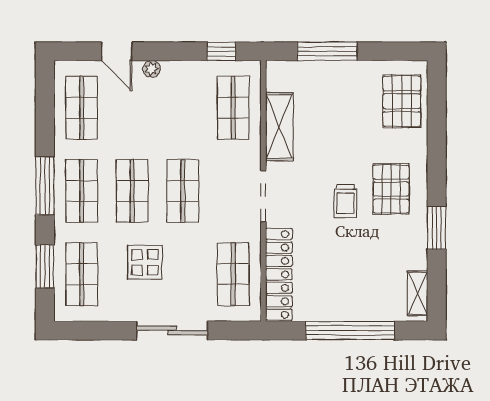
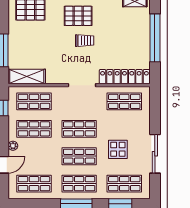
shop shelf: (183, 108) -> (34, 129), added
shelving: (279, 127) -> (27, 76), moved
sliding door: (172, 331) -> (155, 154), moved

